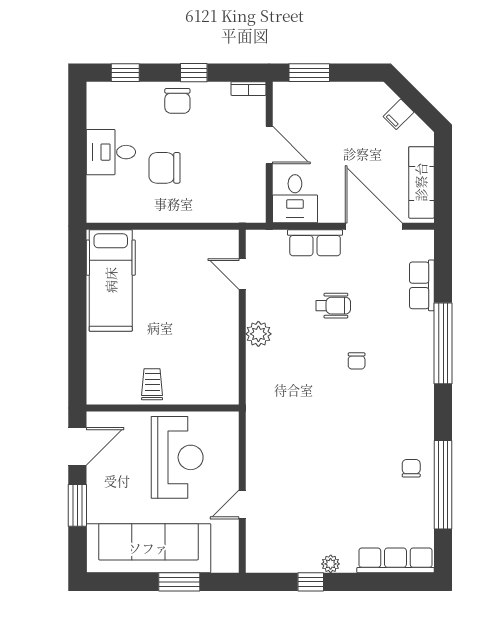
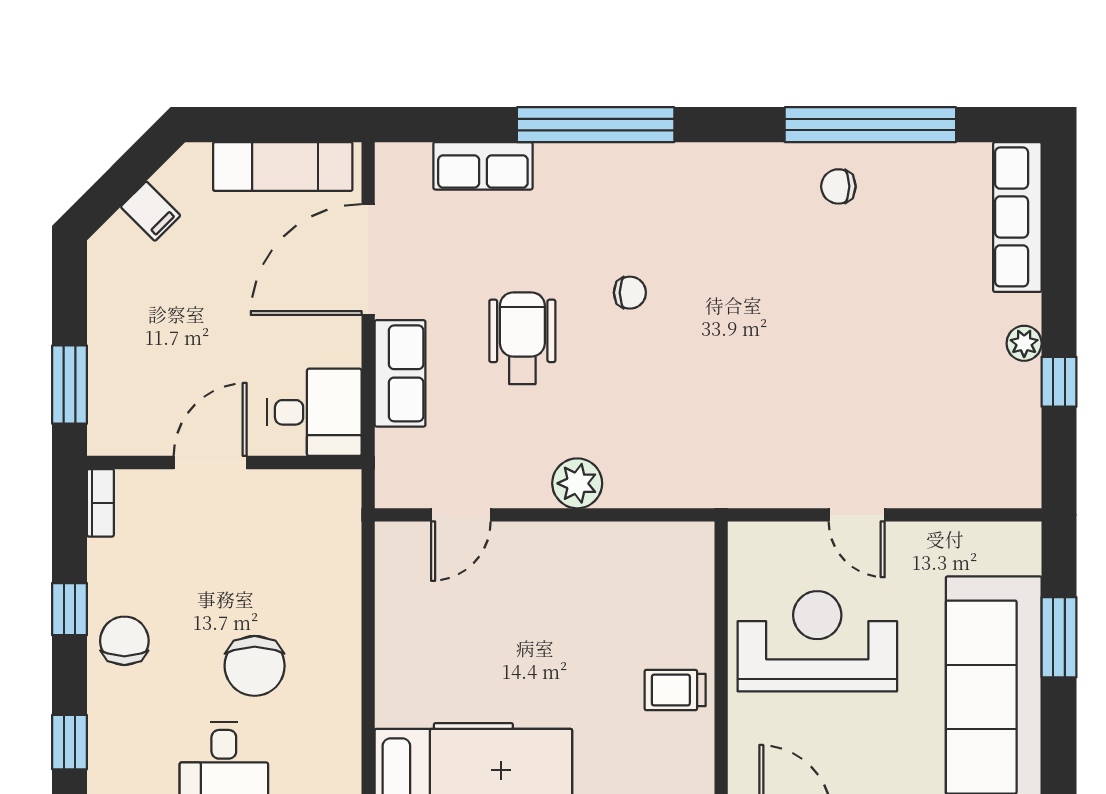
chair: (177, 101) -> (124, 641), turned -90
wheelchair: (333, 306) -> (522, 338), width x1.36, depth x1.37
door: (242, 504) -> (857, 515), moved

